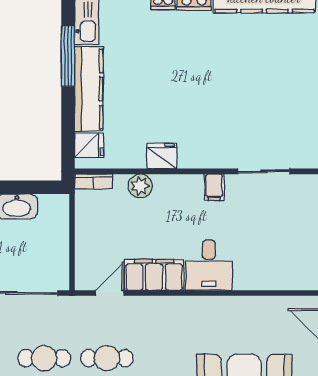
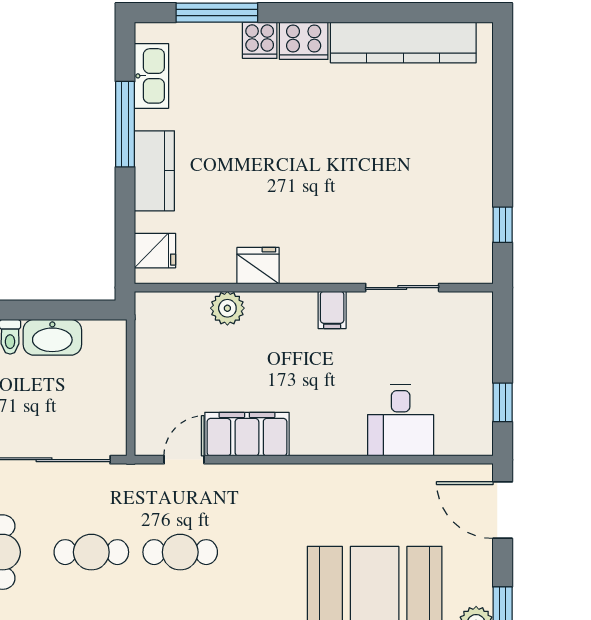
kitchen counter: (89, 89) -> (154, 171), width x0.67
bookcase: (93, 182) -> (161, 302), removed
desk: (209, 265) -> (401, 420), moved

